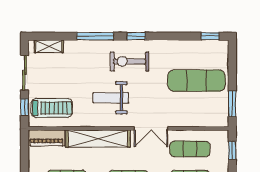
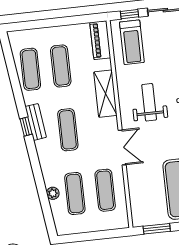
double door: (151, 128) -> (122, 147), swing flipped
shelving: (98, 139) -> (105, 94), width x0.68
window: (232, 150) -> (109, 234), removed

